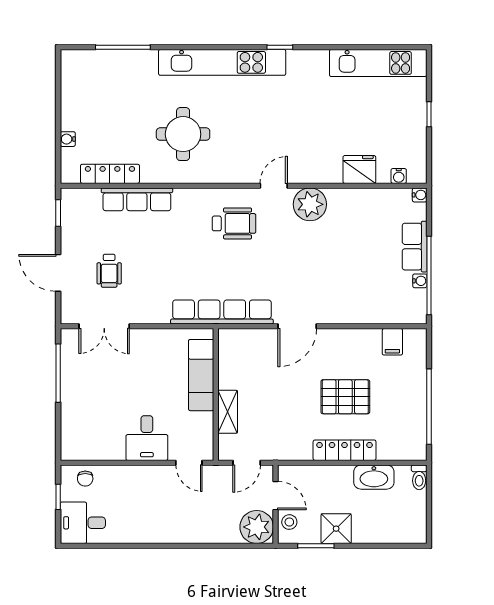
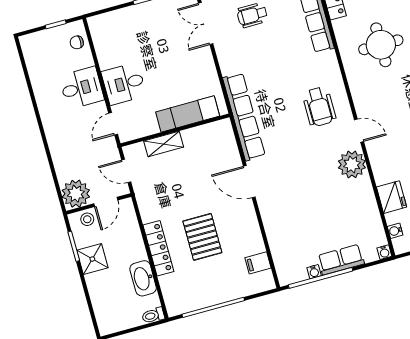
desk: (83, 523) -> (82, 88), moved, turned 90

